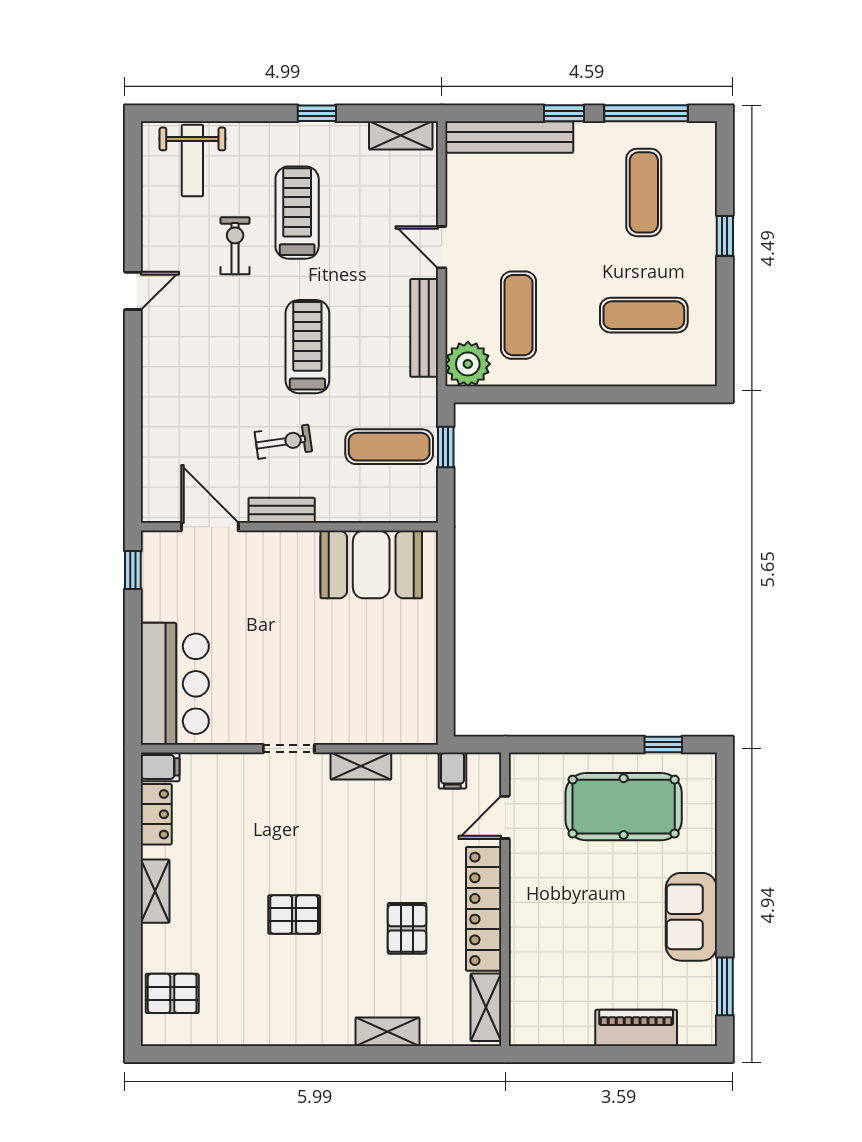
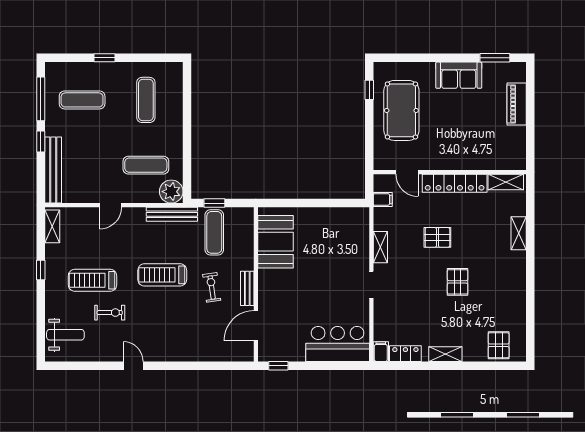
exercise bike: (235, 246) -> (110, 313), turned 180
bench: (424, 328) -> (172, 214), moved
pallet: (407, 928) -> (437, 237), moved

